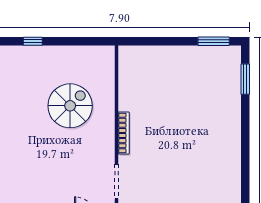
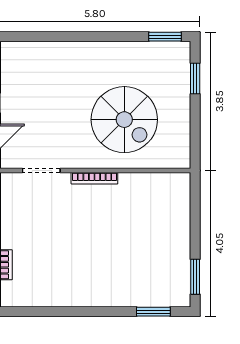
window: (33, 41) -> (195, 79), width x1.50
spiral stairs: (70, 106) -> (124, 120), width x1.37, depth x1.37

